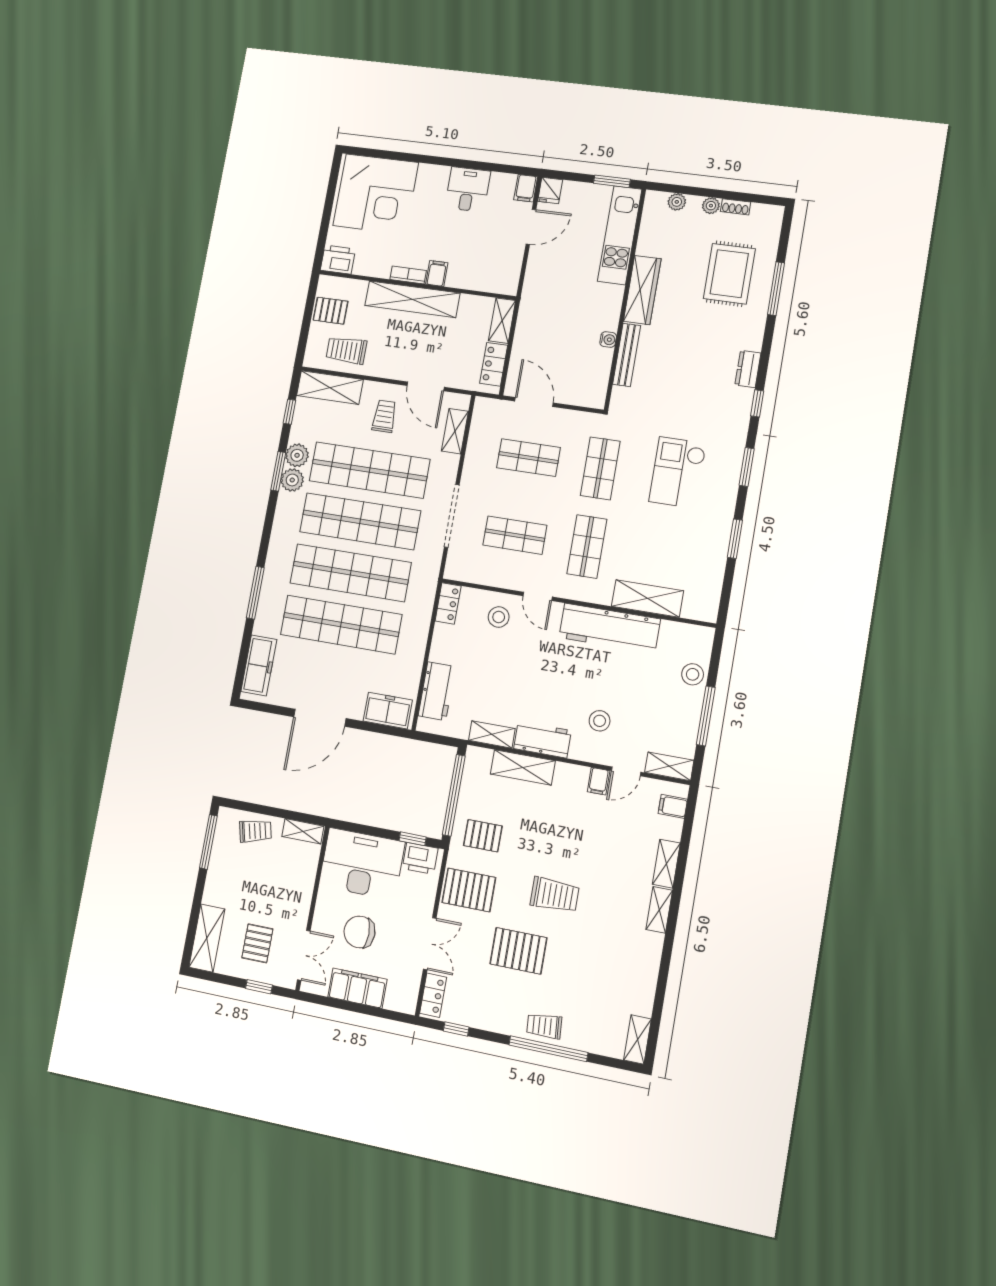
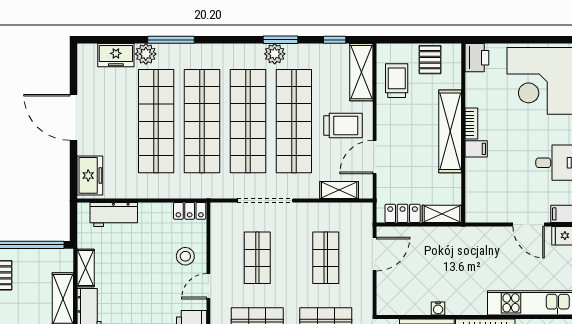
trolley: (384, 416) -> (343, 126), width x1.36, depth x1.39
plant: (297, 455) -> (146, 54), moved
freezer: (259, 665) -> (116, 55), width x0.71

